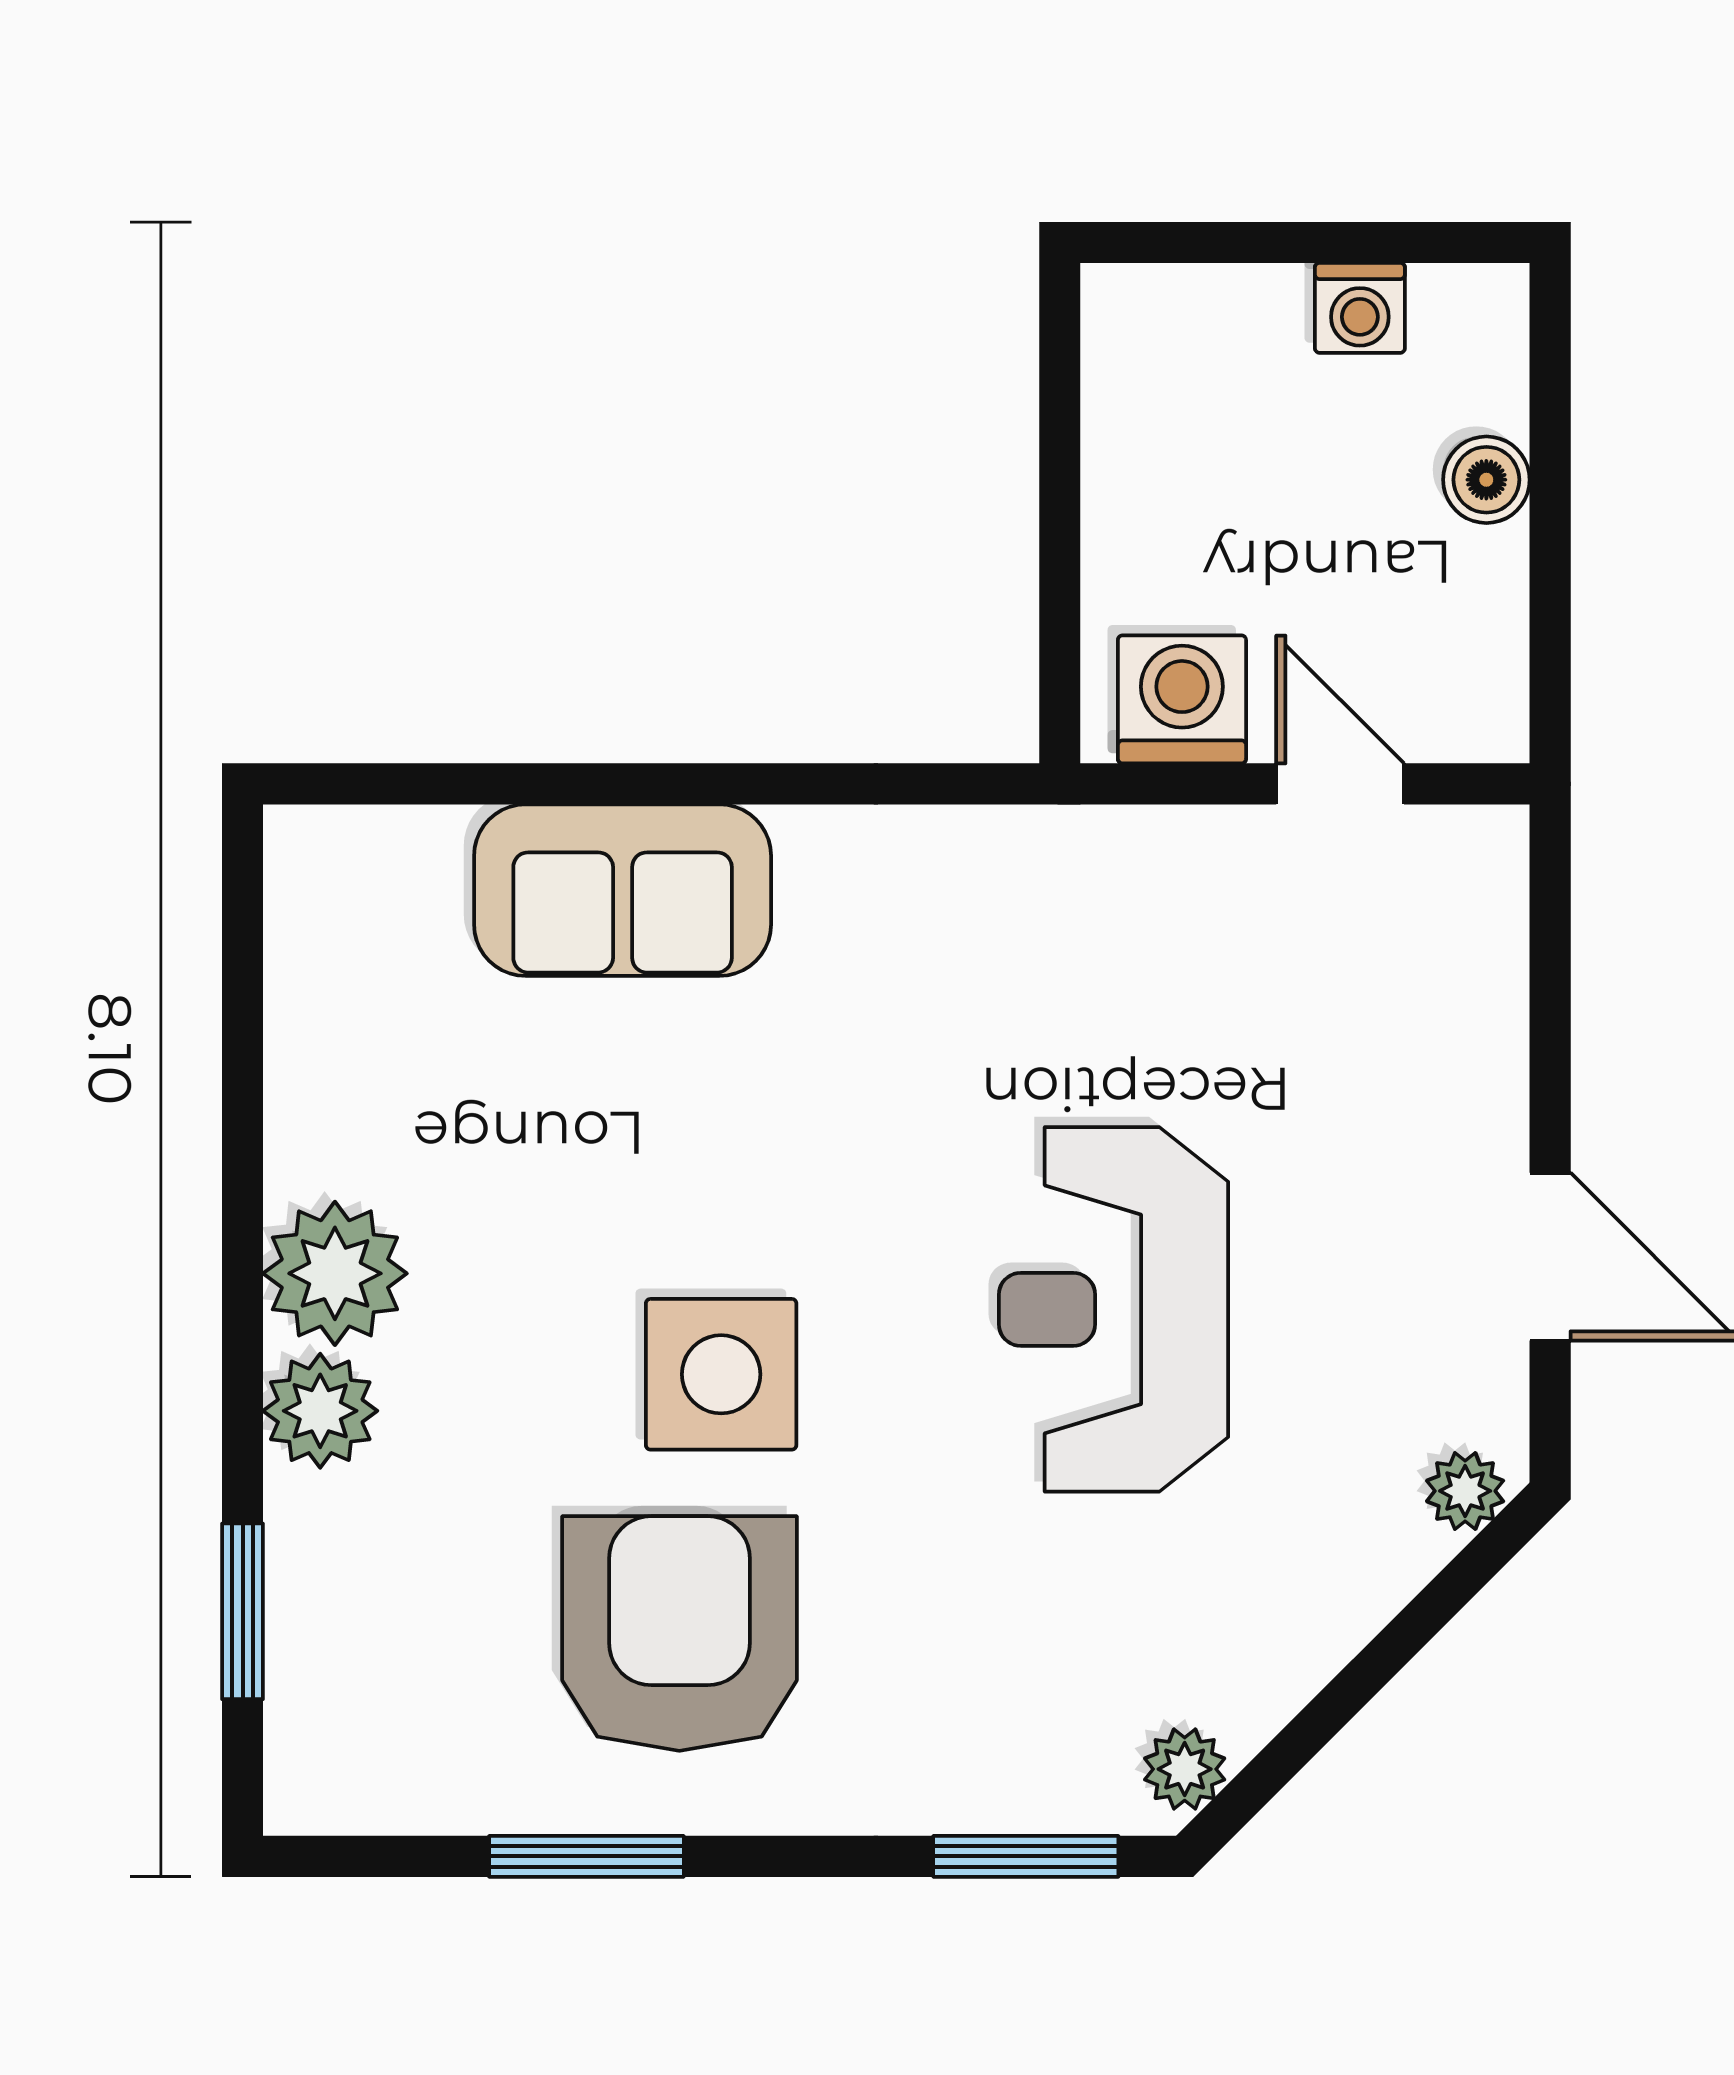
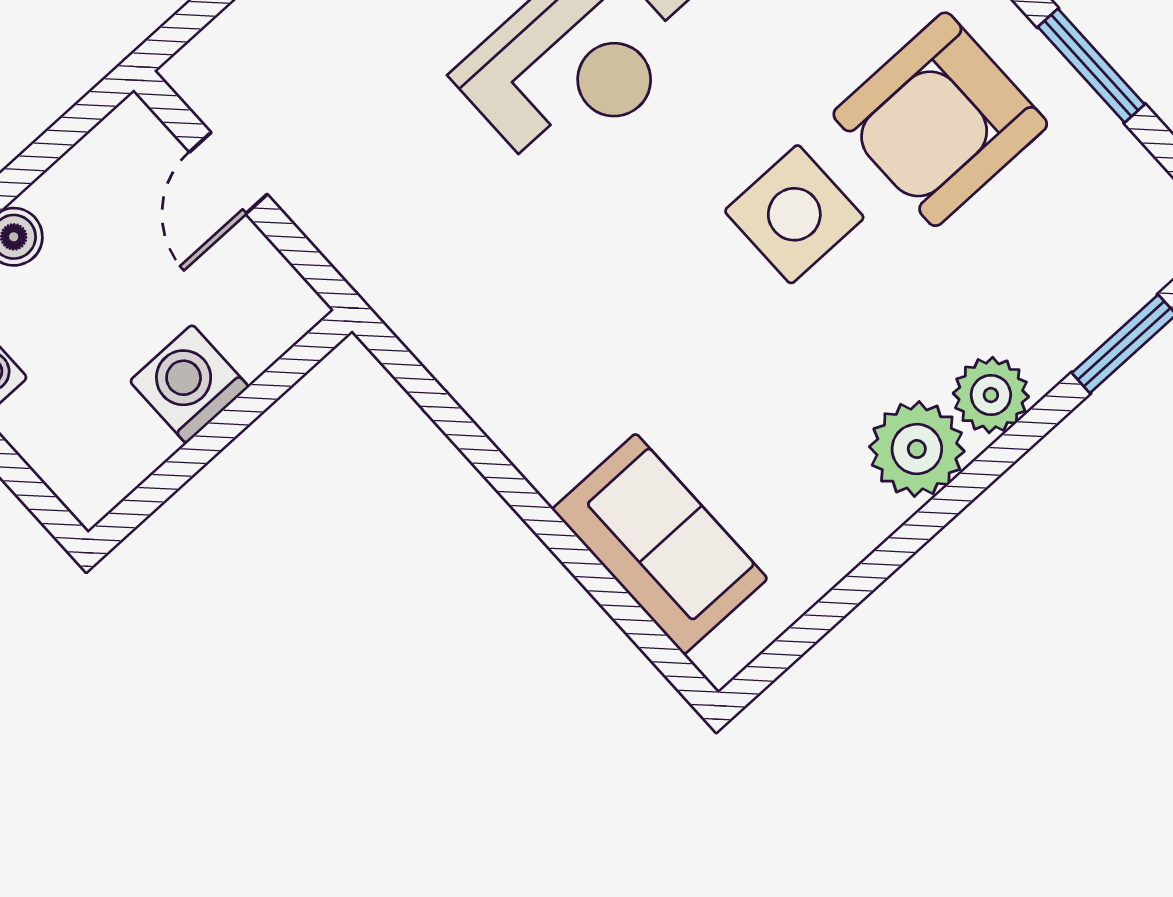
washing machine: (1182, 699) -> (189, 384), moved, turned 90
sofa: (623, 890) -> (660, 544), moved

